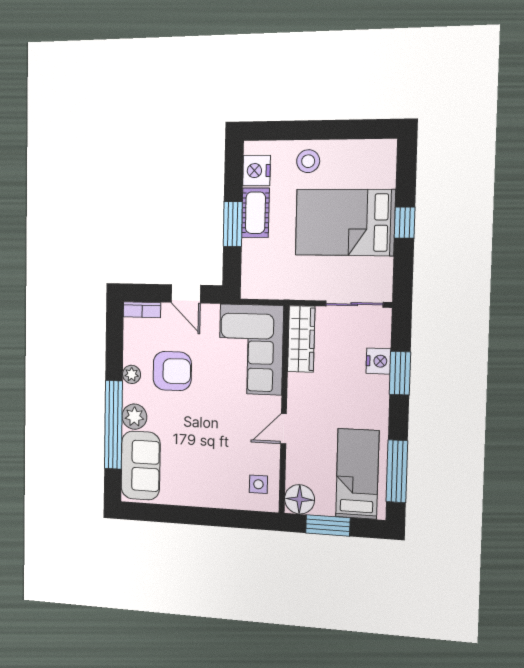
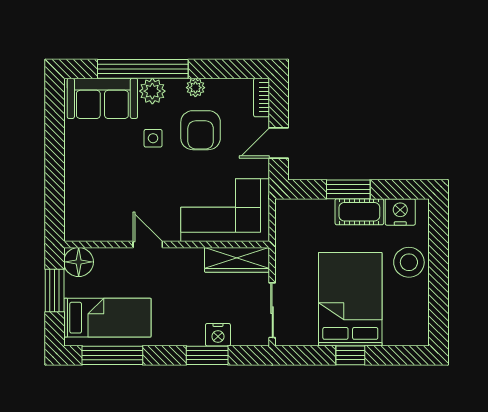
stool: (308, 161) -> (409, 262), width x1.38, depth x1.38
side table: (258, 484) -> (153, 138), moved

